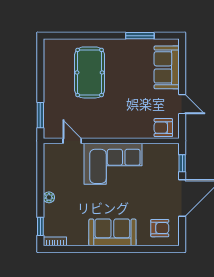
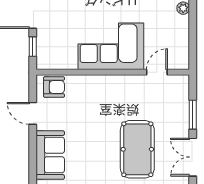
double door: (40, 66) -> (193, 157), added
window: (40, 115) -> (193, 115), moved
door: (72, 141) -> (157, 72), swing flipped

